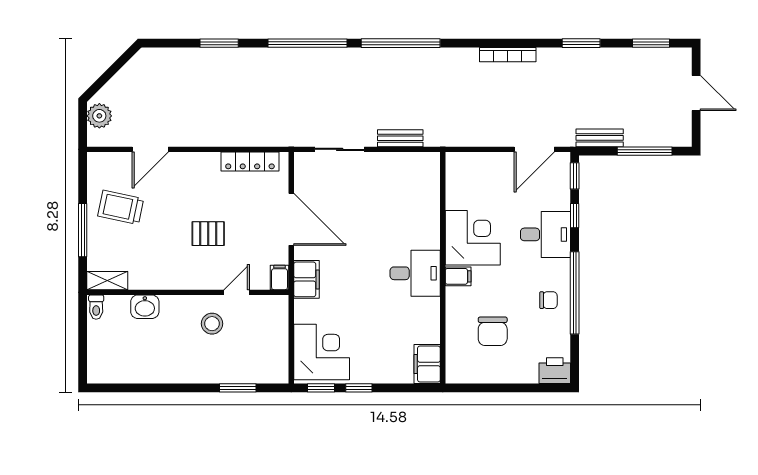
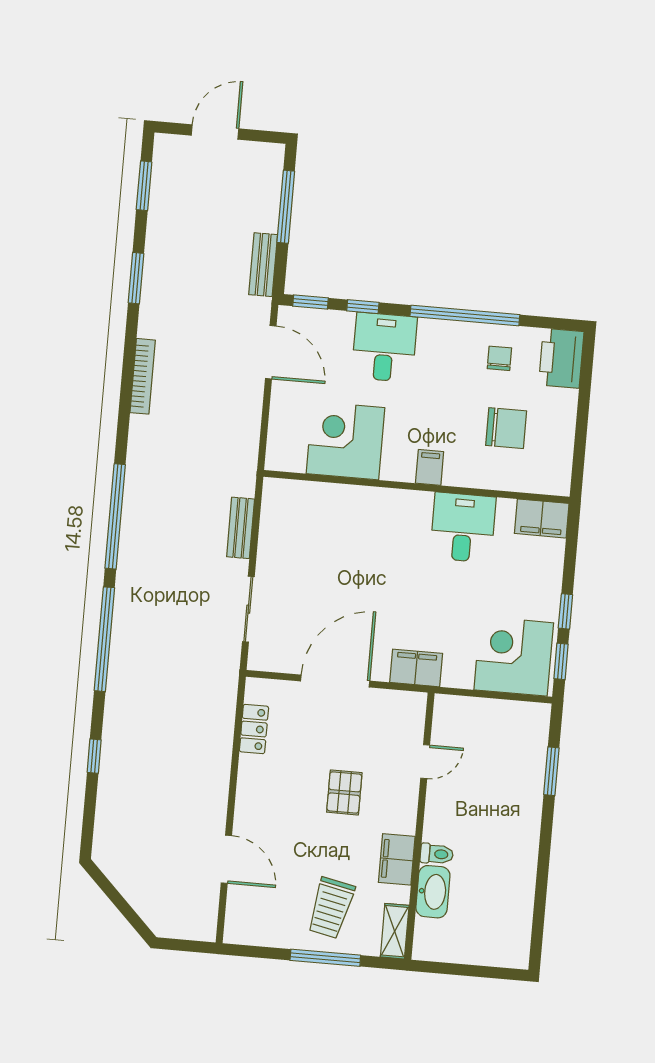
window: (219, 43) -> (94, 756), width x0.67
plant: (99, 116) -> (176, 923), removed
locker: (250, 162) -> (254, 729), width x0.66
trolley: (121, 207) -> (331, 908), moved
corner desk: (473, 238) -> (346, 441), moved
desk: (415, 273) -> (463, 527), moved
filing cabinet: (280, 277) -> (397, 859), moved, width x2.00
door: (237, 292) -> (425, 762), swing flipped
chair: (549, 300) -> (499, 358), moved
toilet: (96, 307) -> (437, 854), moved
washbasin: (145, 307) -> (433, 892), width x1.38
stool: (212, 324) -> (464, 798), removed
printer: (555, 371) -> (561, 358), width x1.37, depth x1.19

